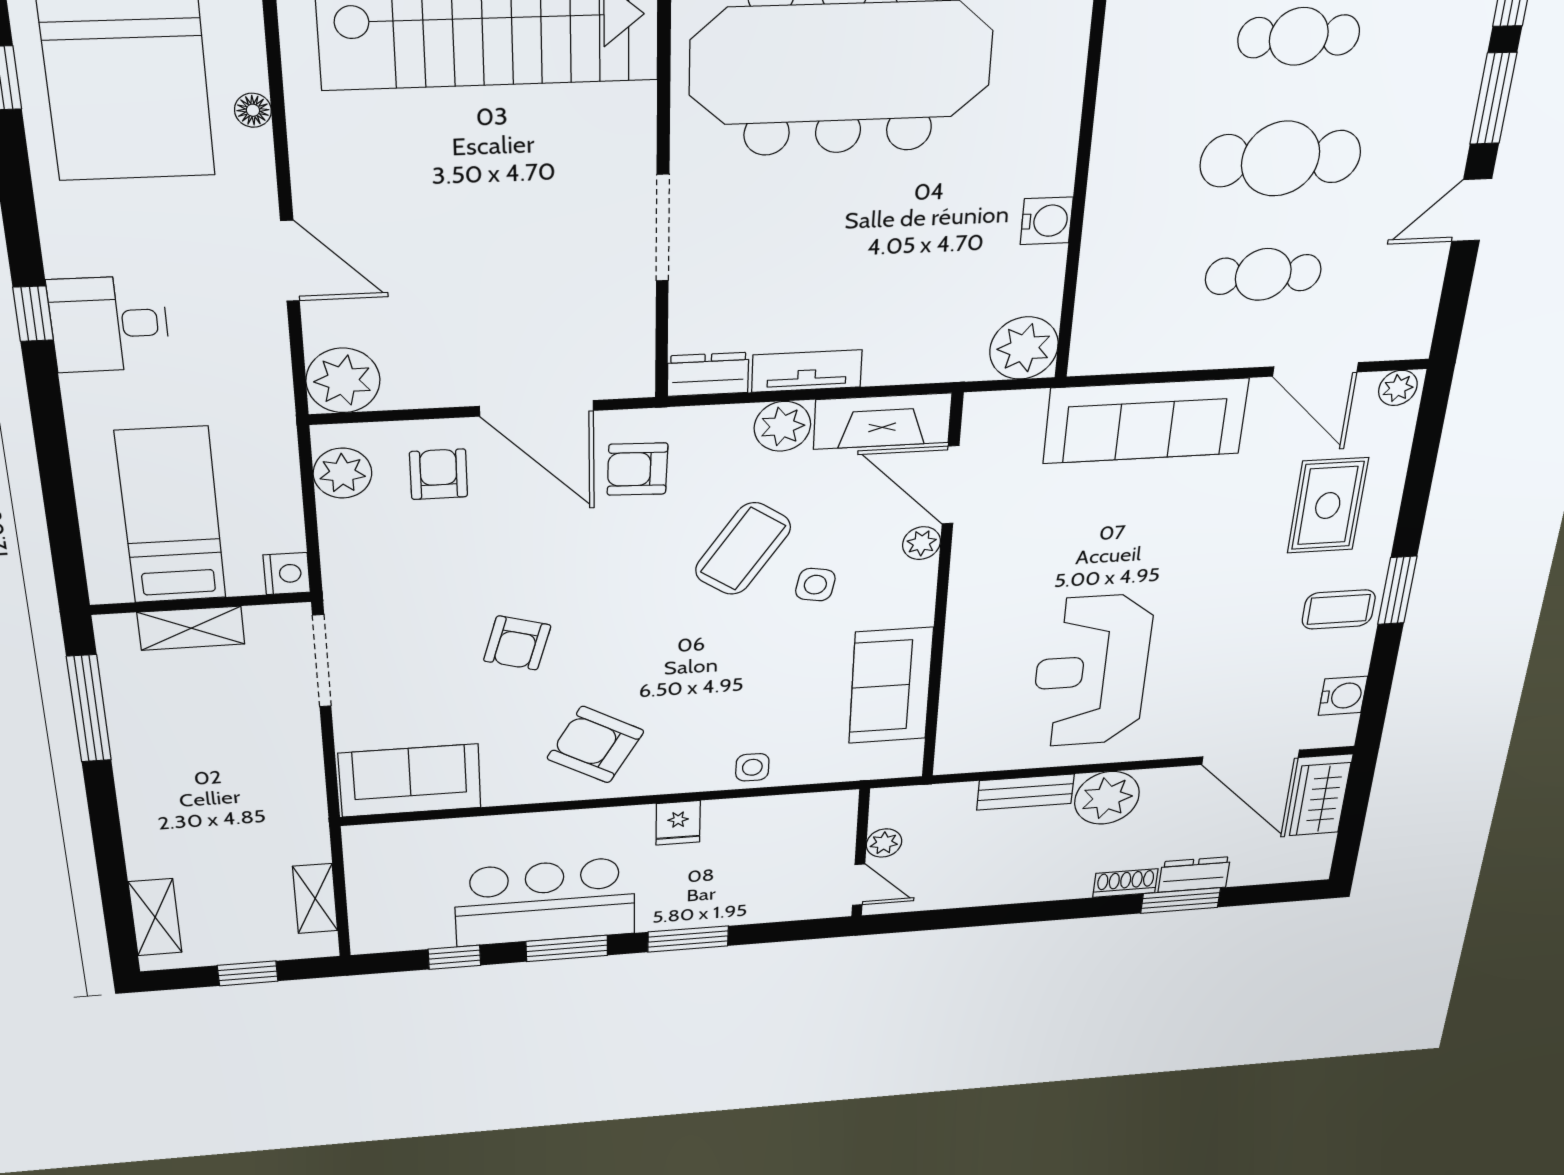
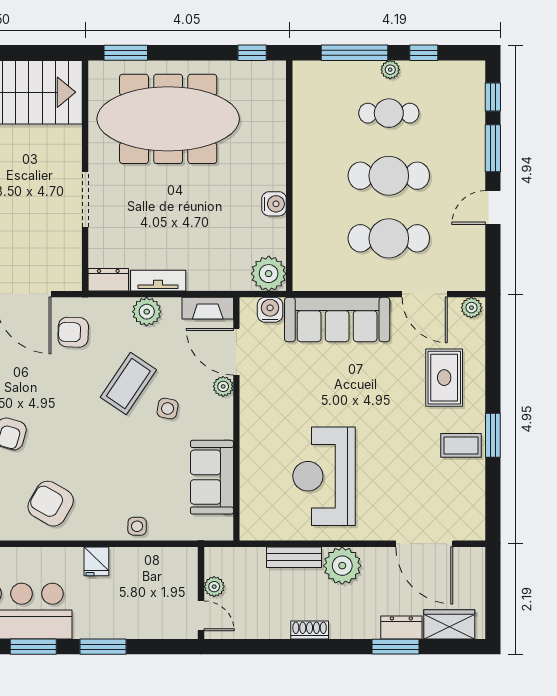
cafe table: (1263, 275) -> (389, 238), width x1.37, depth x1.35
fireplace: (883, 421) -> (208, 308), width x0.73, depth x0.76
water cooler: (1343, 696) -> (270, 310), moved, turned -90
wardrobe: (1320, 799) -> (449, 624), moved, turned 90
shoe rack: (1125, 883) -> (310, 630), moved

